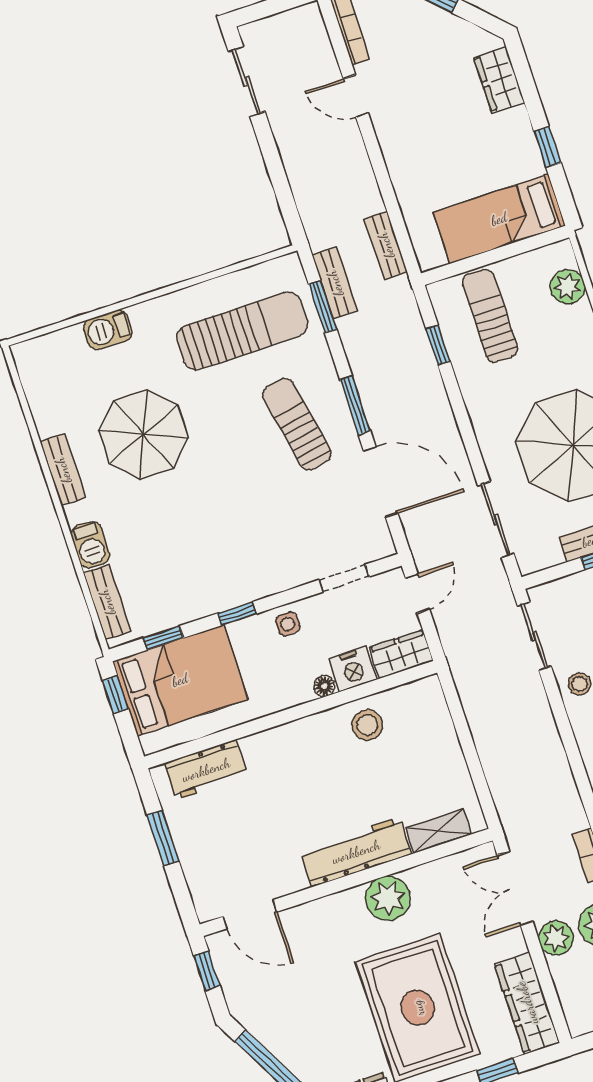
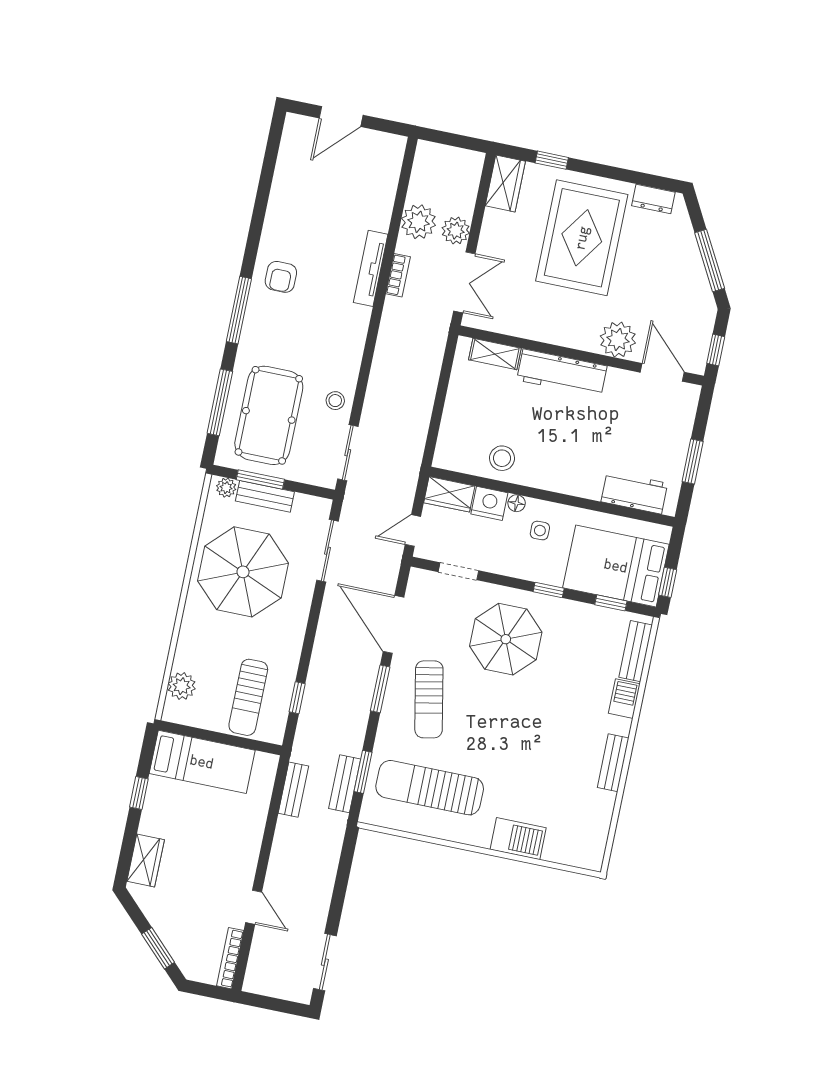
barbecue: (108, 330) -> (518, 839), width x1.38, depth x1.27
parasol: (144, 434) -> (506, 639), moved
side table: (288, 624) -> (540, 531), moved
plant: (388, 898) -> (618, 340), moved
wardrobe: (527, 1003) -> (505, 184), width x0.67

